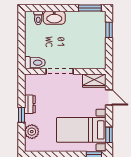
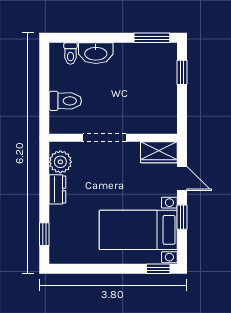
toilet: (35, 63) -> (65, 101), moved
window: (21, 115) -> (44, 234), moved
plant: (32, 132) -> (60, 162), moved
window: (109, 135) -> (182, 217), moved

